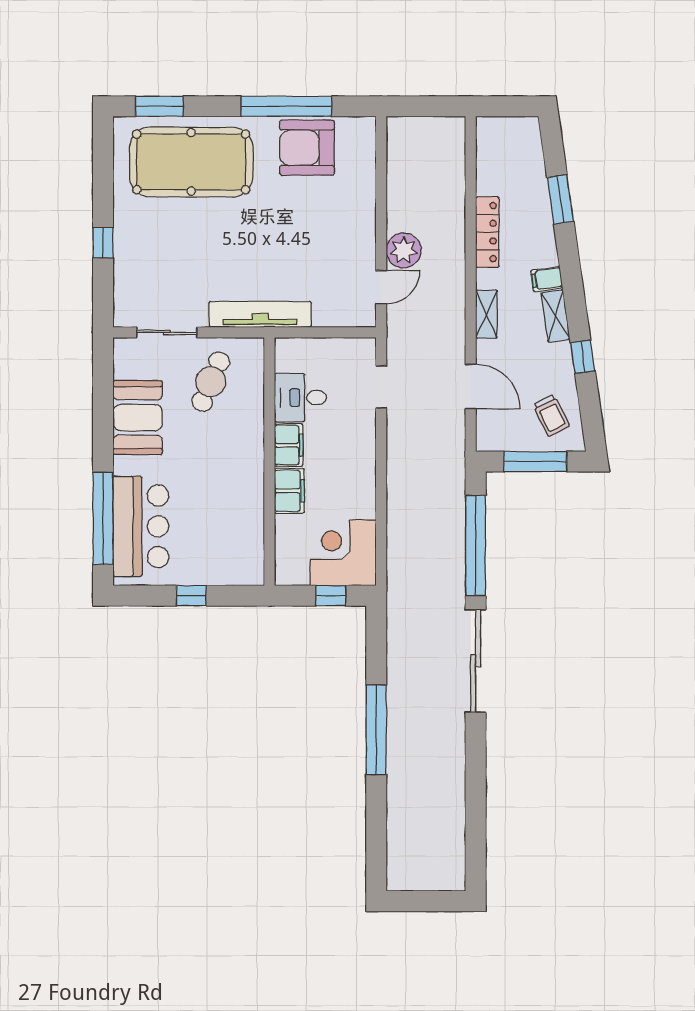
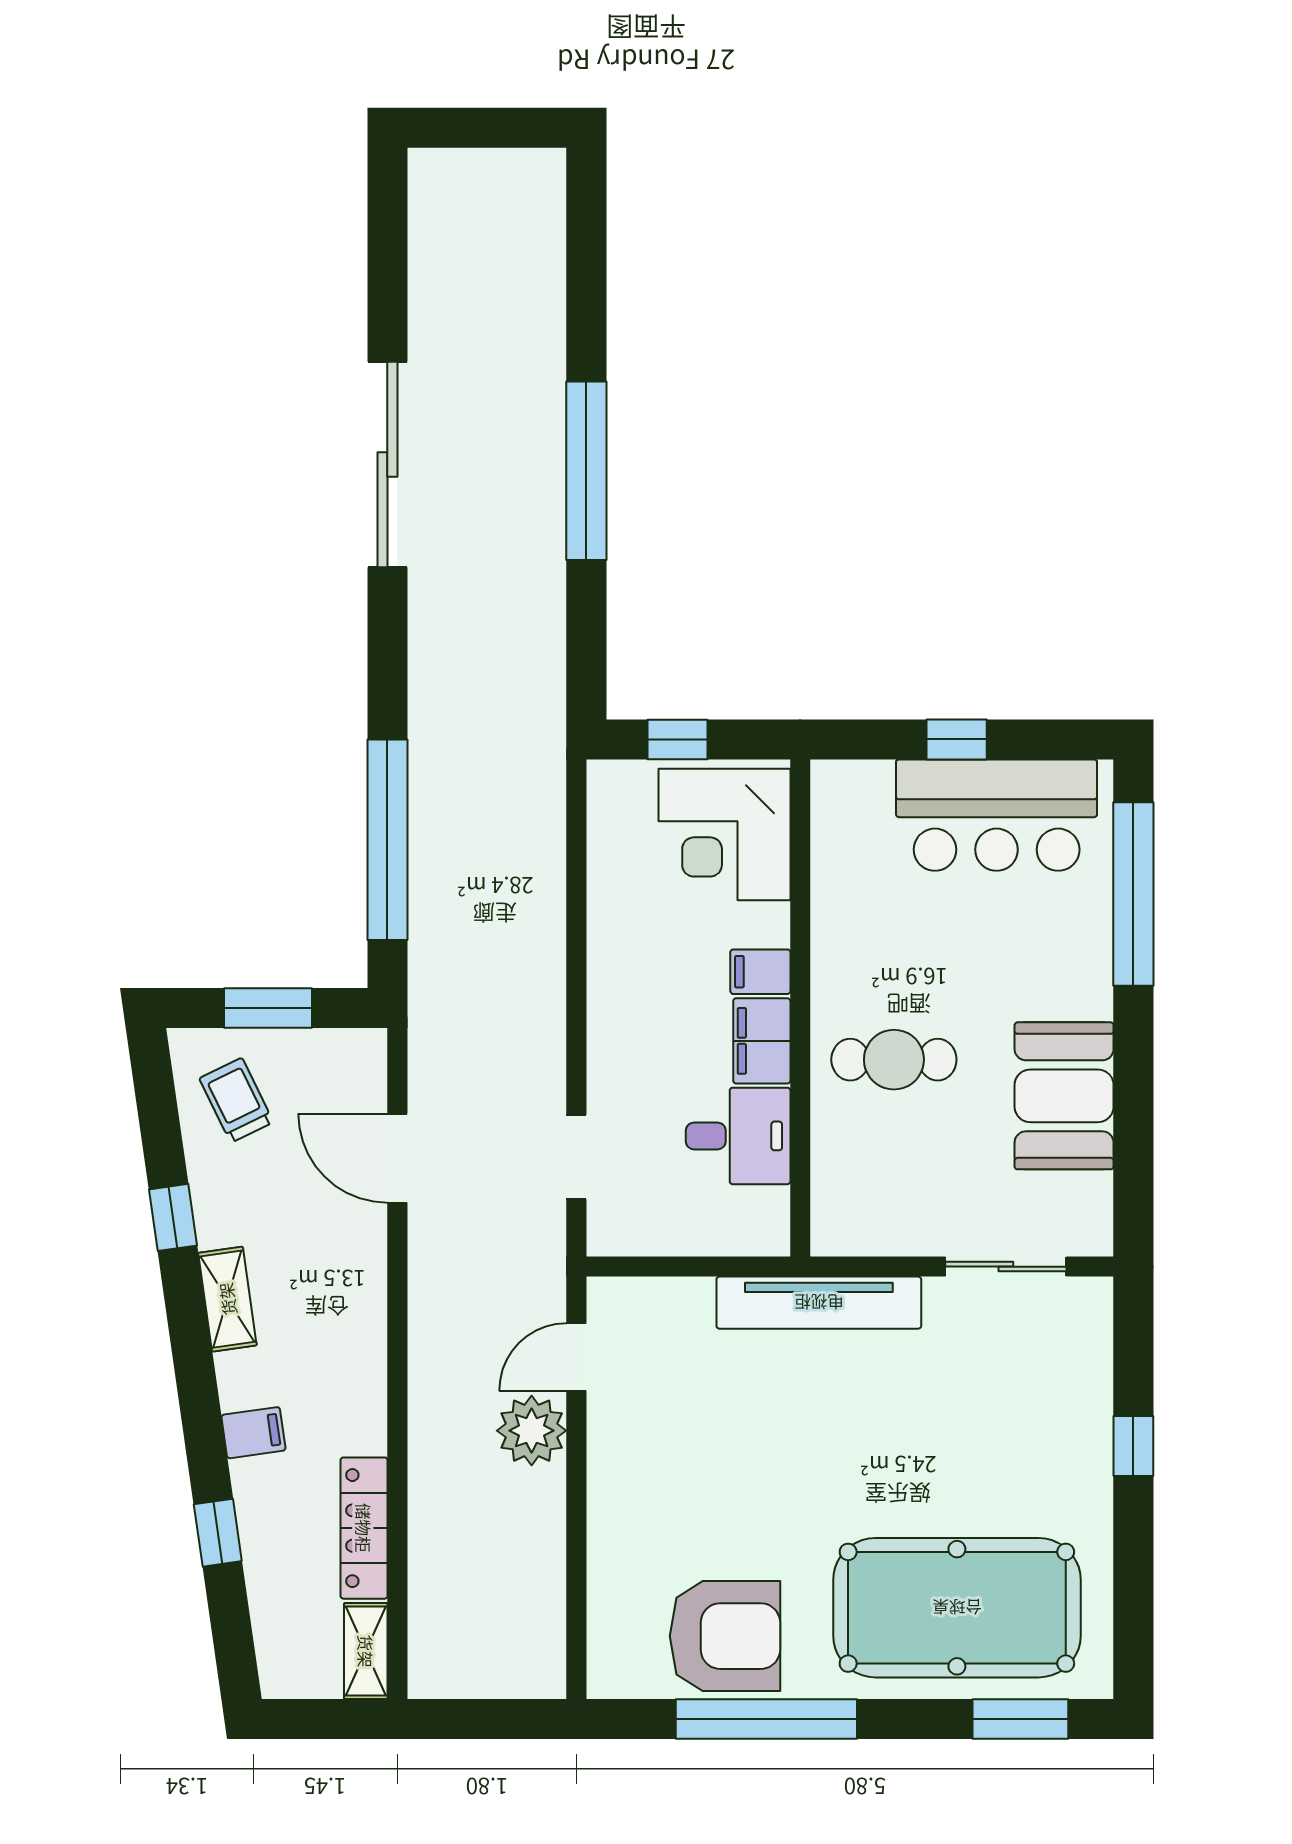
window: (560, 199) -> (218, 1533), width x0.67
locker: (487, 232) -> (364, 1528), moved
filing cabinet: (547, 279) -> (253, 1433), moved
shelving: (486, 314) -> (366, 1651), moved
cafe table: (211, 382) -> (894, 1060), moved, turned 67
window: (535, 462) -> (268, 1008), width x0.69
filing cabinet: (289, 491) -> (760, 972), width x0.50
bar counter: (141, 526) -> (997, 815), moved, turned -90
corner desk: (343, 553) -> (724, 835), moved, turned 90
sliding door: (476, 661) -> (387, 464), moved

